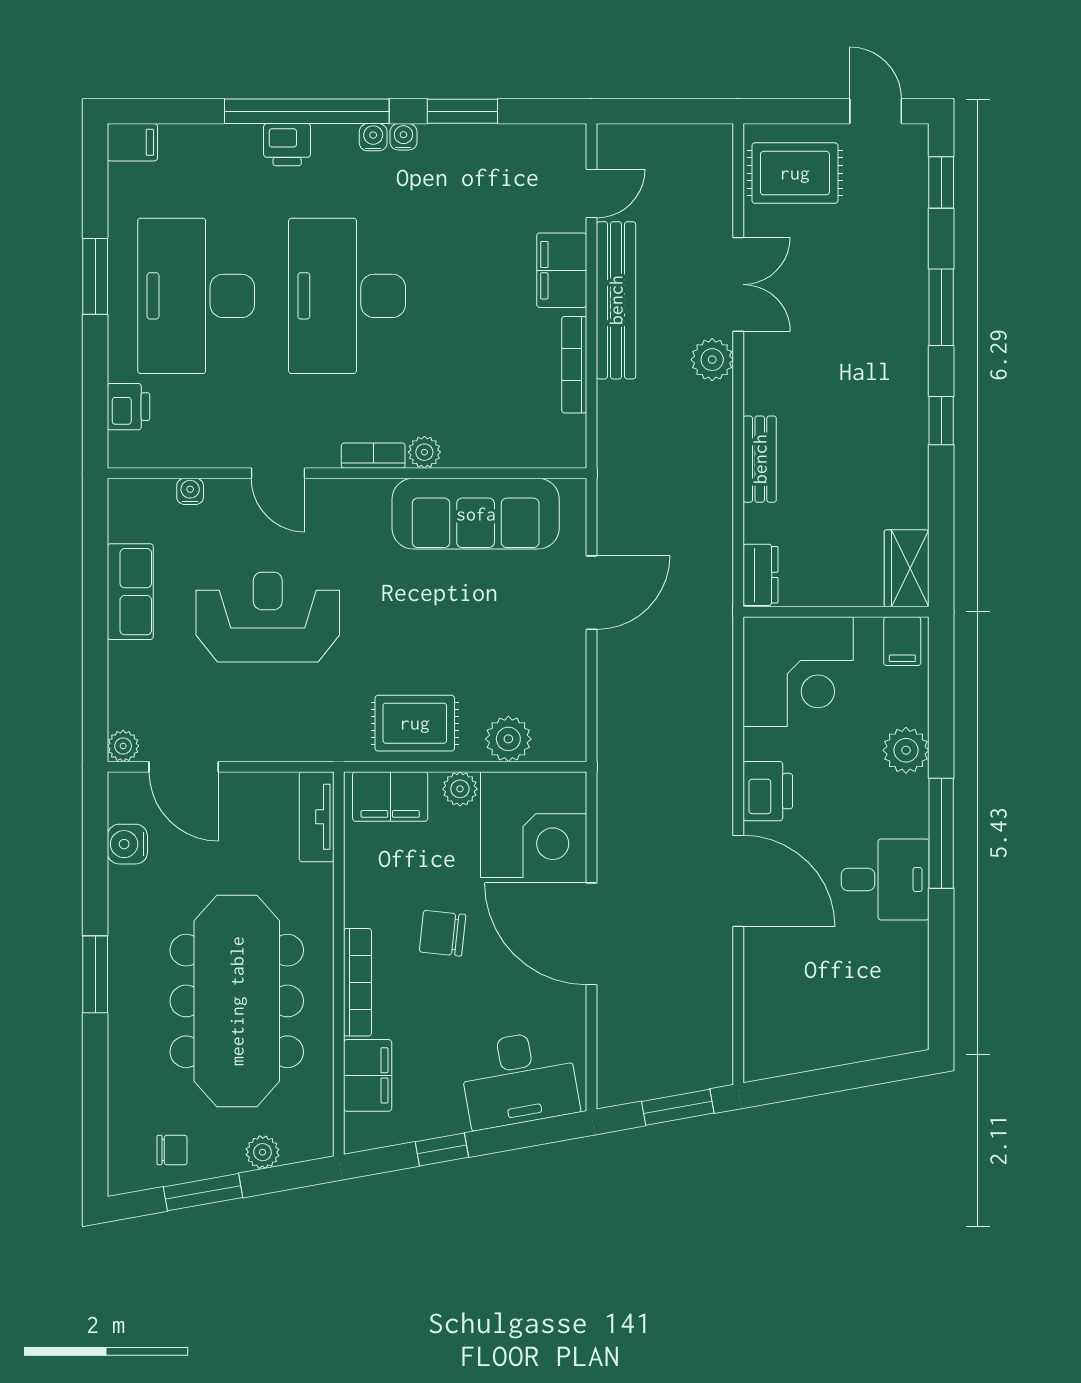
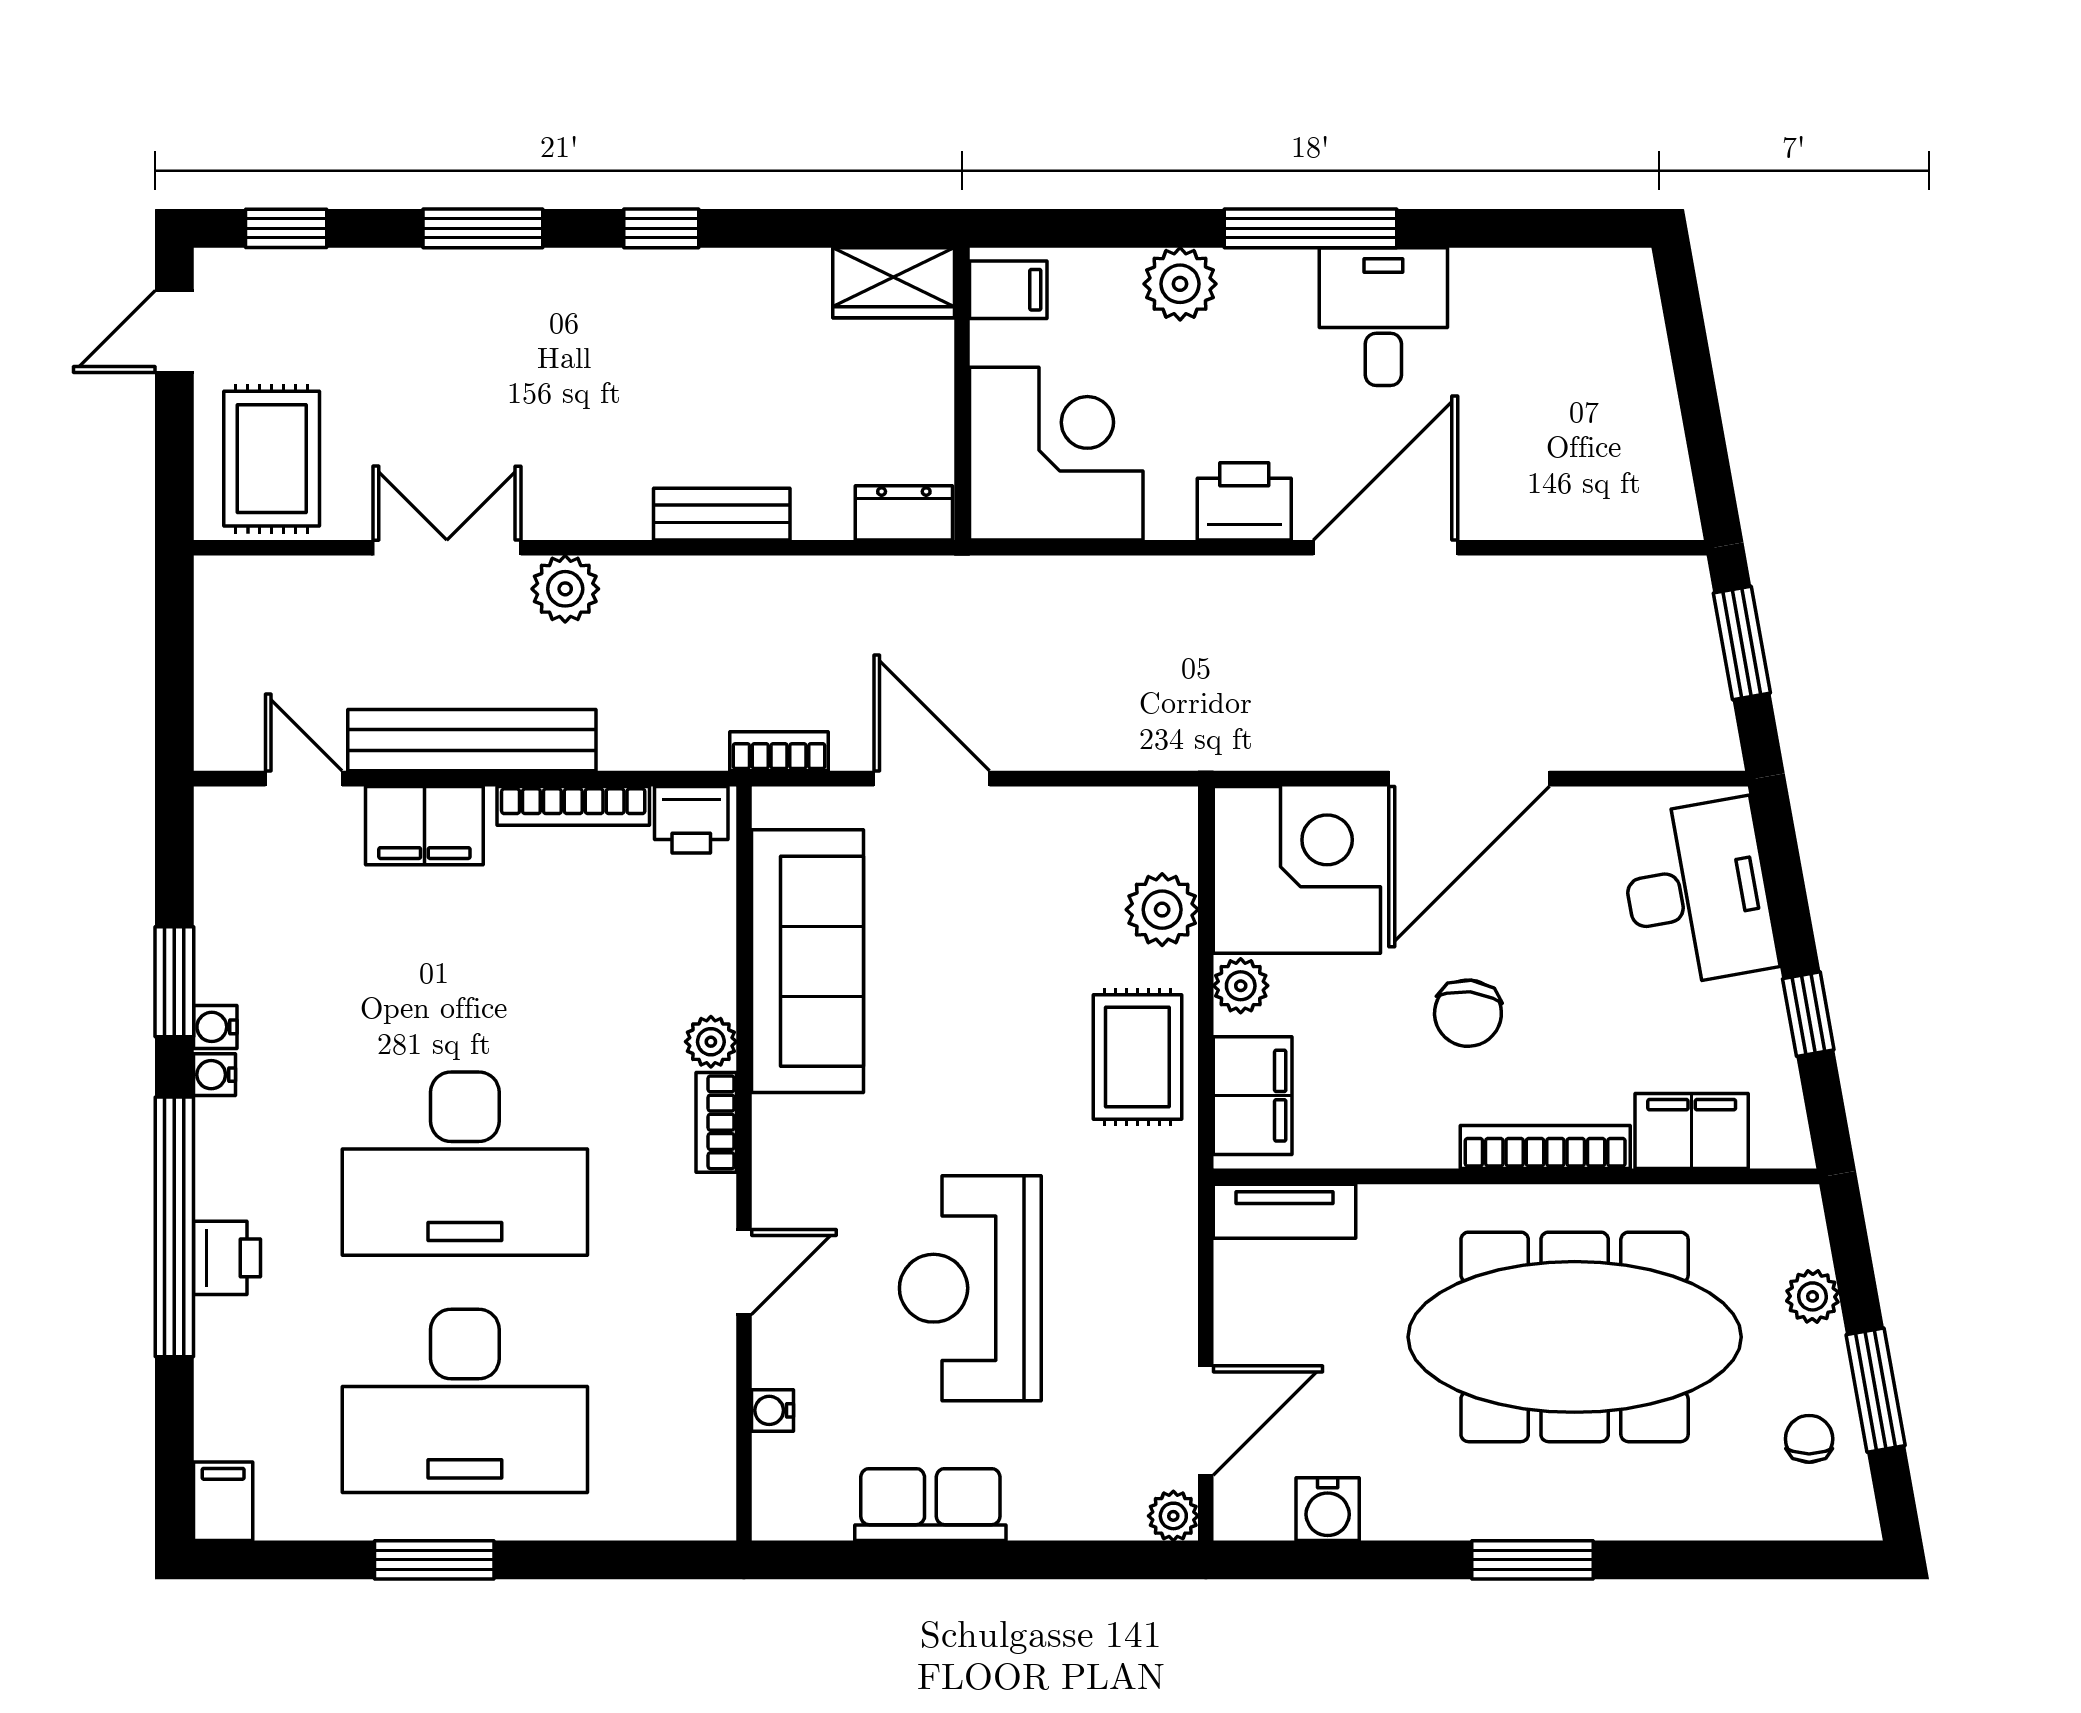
water cooler: (373, 137) -> (215, 1027), moved
printer: (128, 407) -> (691, 820), moved, turned 180
bookcase: (609, 496) -> (779, 751), added

